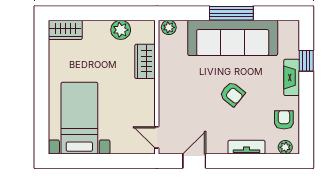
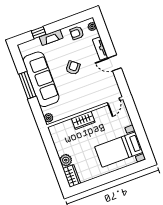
plant: (121, 30) -> (66, 160), moved
wardrobe: (145, 61) -> (83, 120), moved
door: (194, 161) -> (115, 63), moved

